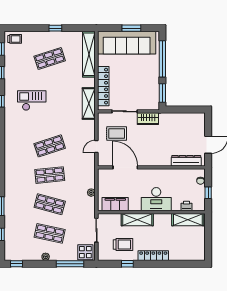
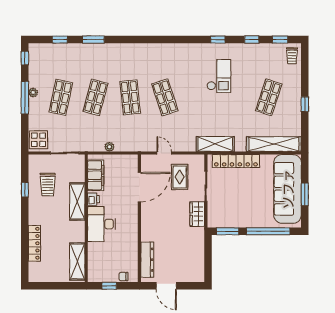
shop shelf: (50, 58) -> (269, 97), turned 36
printer: (186, 206) -> (93, 199), moved
locker: (153, 256) -> (34, 243), moved
window: (70, 264) -> (25, 98), moved

